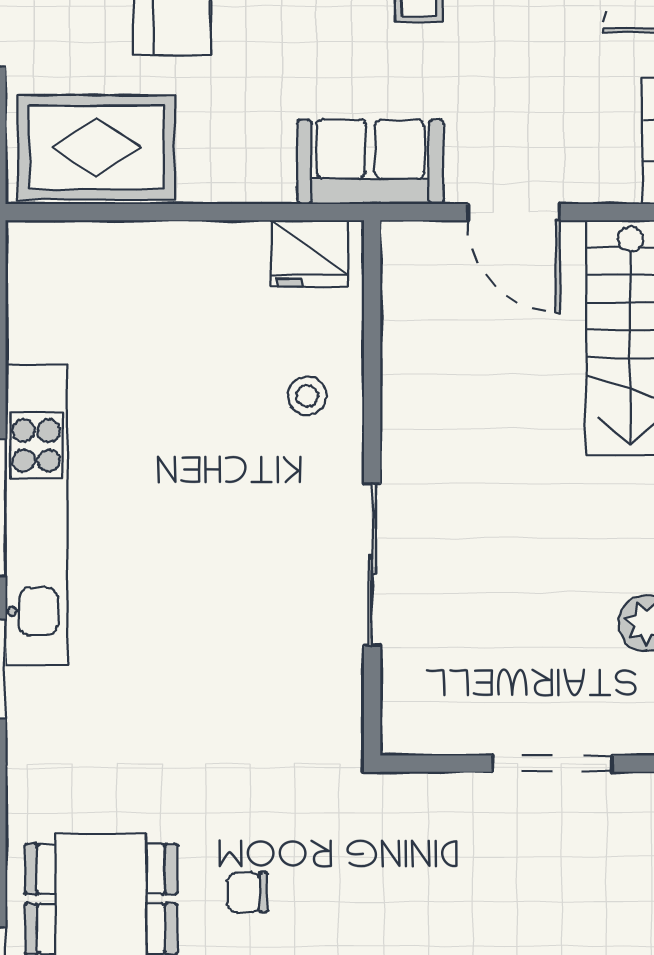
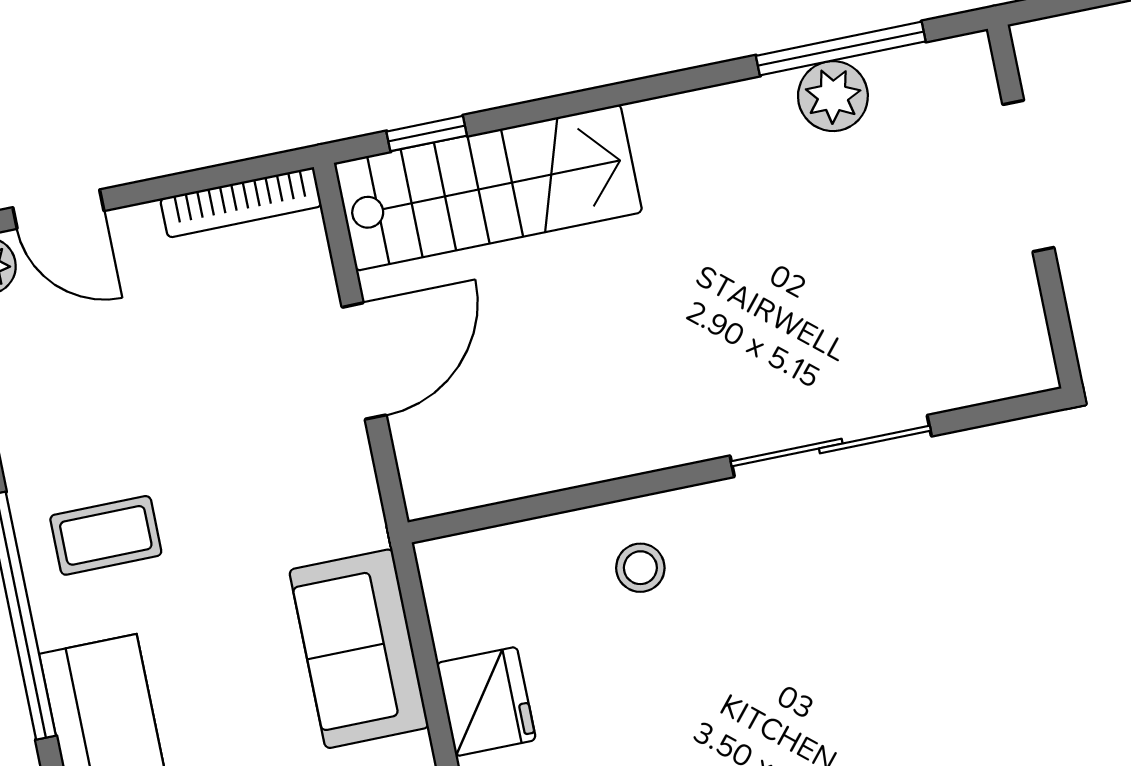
sofa: (370, 162) -> (359, 649), moved
fridge: (309, 253) -> (486, 702), moved

